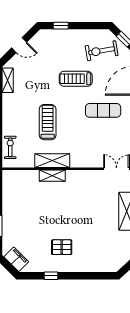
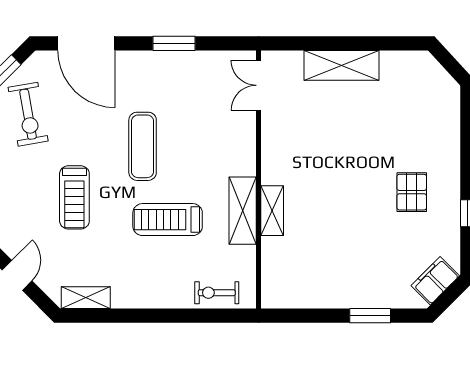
treadmill: (76, 79) -> (74, 197), moved
exercise mat: (103, 110) -> (143, 146), moved

